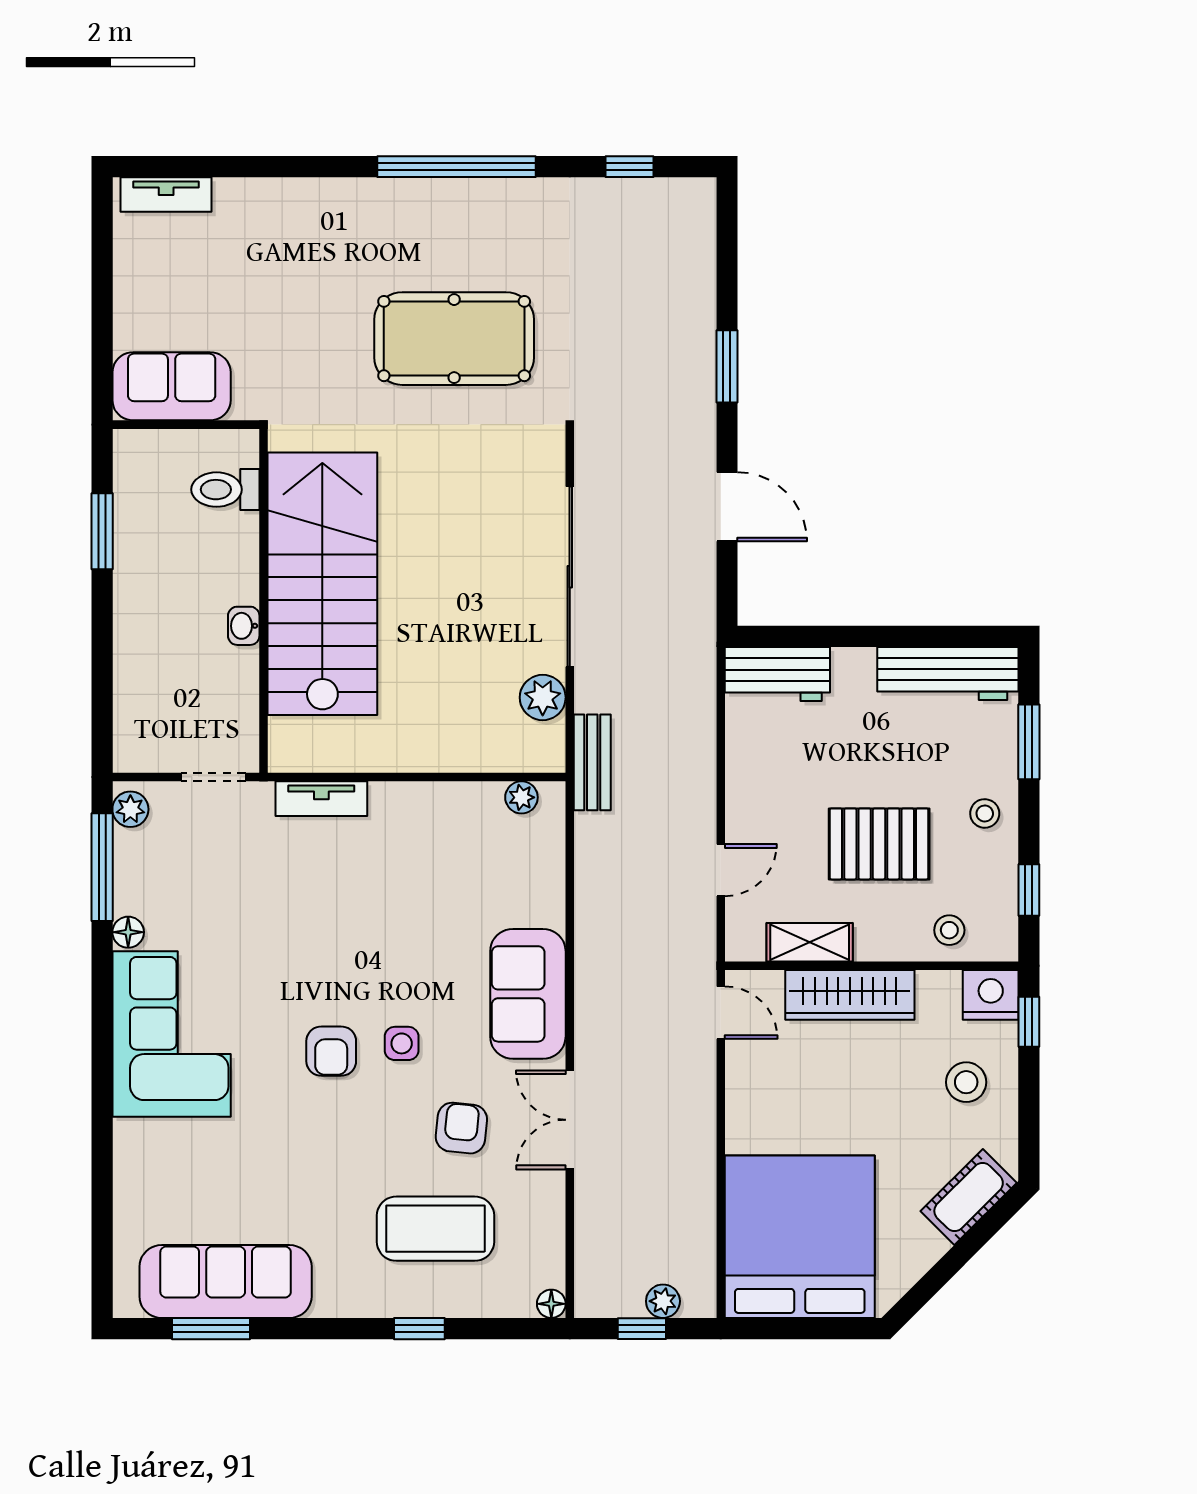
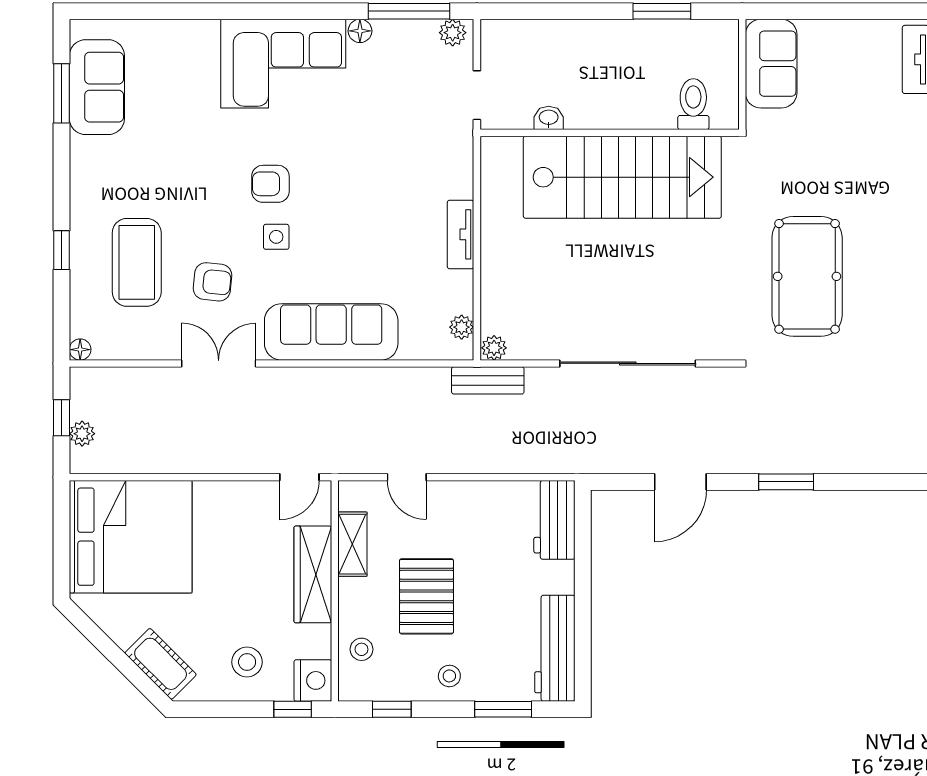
washbasin: (244, 626) -> (549, 118), moved
plant: (543, 697) -> (494, 348), moved, width x0.73, depth x0.73
tv unit: (321, 799) -> (461, 234), moved
sofa: (528, 994) -> (331, 332), width x1.36
sofa: (226, 1282) -> (97, 87), width x0.73

